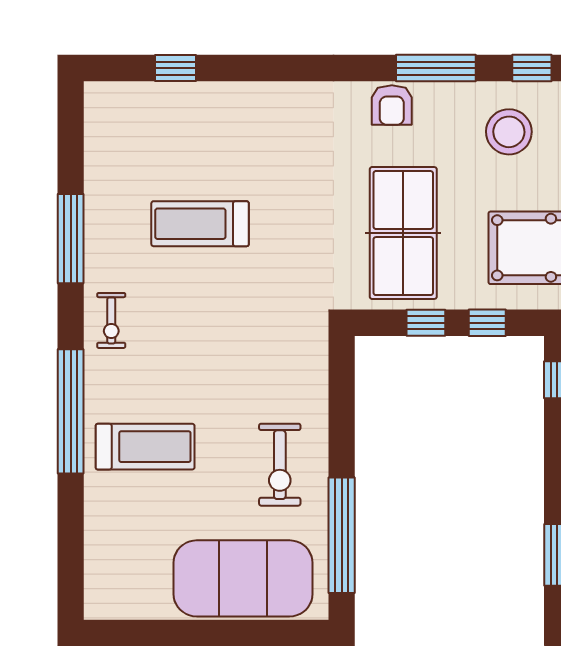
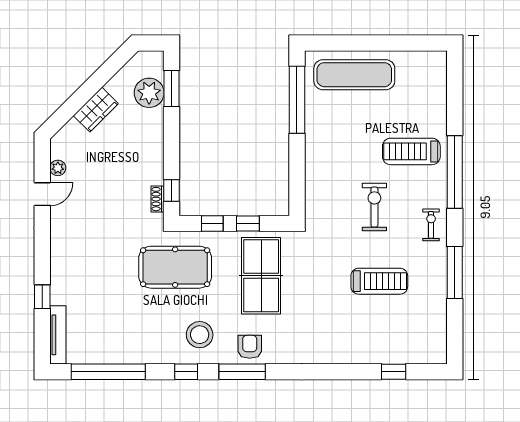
armchair: (392, 105) -> (250, 347), moved
exercise bike: (280, 465) -> (374, 207), moved
exercise mat: (243, 578) -> (354, 75), width x0.68

